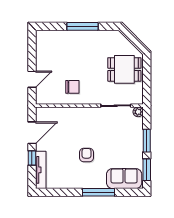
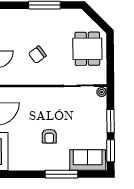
dining table: (124, 69) -> (87, 49), turned 90
chair: (72, 87) -> (37, 55), moved, turned 143
armchair: (87, 155) -> (49, 136), turned 180

